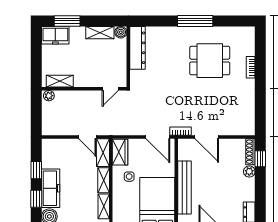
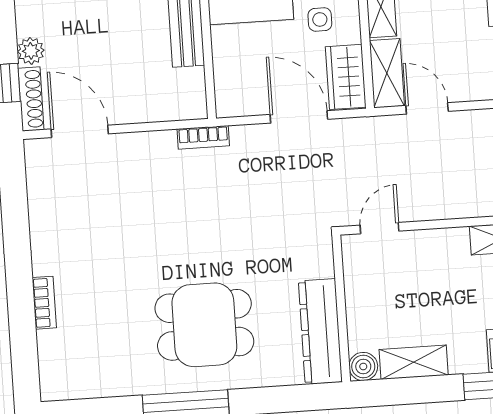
dining table: (210, 61) -> (204, 325), moved
door: (158, 137) -> (299, 117), moved
door: (207, 137) -> (80, 131), moved

